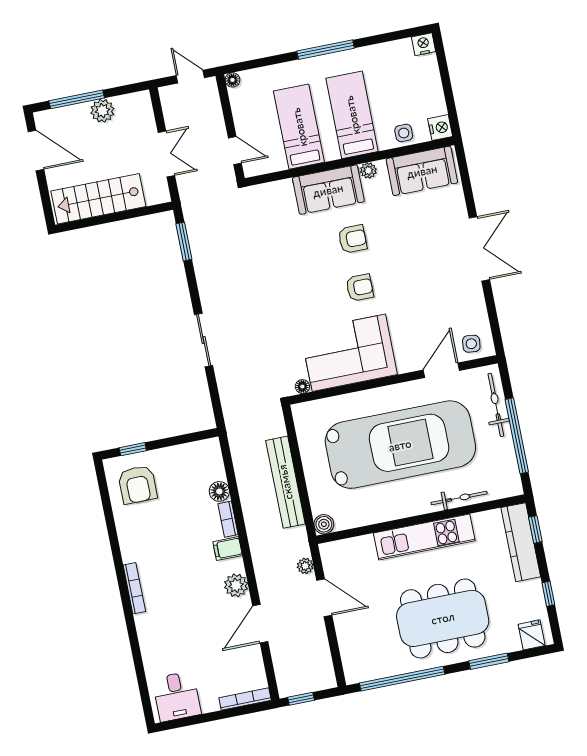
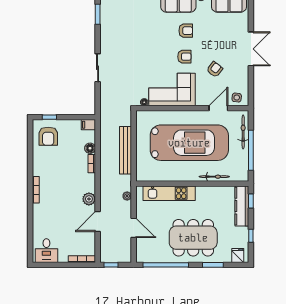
armchair: (420, 300) -> (215, 69), added
boiler: (324, 524) -> (141, 176), removed
kitchen unit: (424, 537) -> (169, 193), moved
filing cabinet: (228, 549) -> (88, 125), moved
door: (324, 598) -> (134, 228), moved

